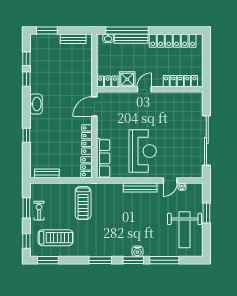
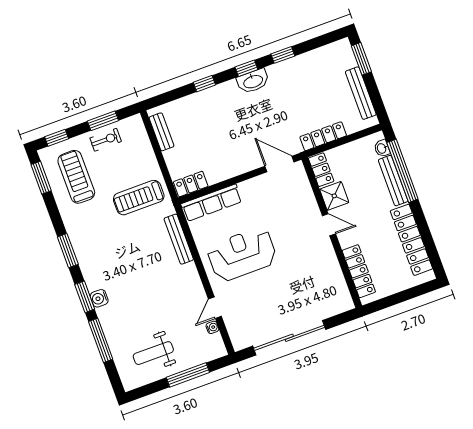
bench: (73, 39) -> (361, 93), width x1.36
window: (26, 59) -> (246, 68), moved
locker: (87, 140) -> (323, 136), moved
reception desk: (143, 151) -> (242, 254), turned 180
door: (170, 180) -> (215, 308), hinge flipped
bench: (140, 187) -> (179, 239), moved
window: (206, 213) -> (188, 375), width x1.44
weight bench: (185, 230) -> (153, 353), width x0.73, depth x0.75
treadmill: (56, 238) -> (76, 177), turned 180

